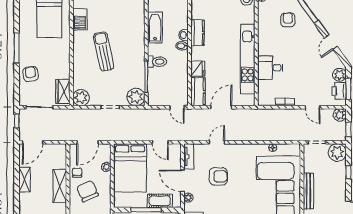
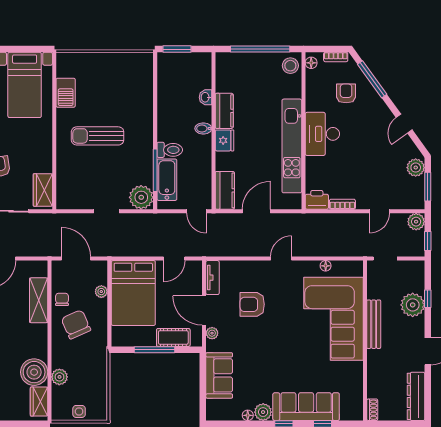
bathtub: (155, 27) -> (167, 180), moved
washbasin: (184, 35) -> (205, 97), moved
sun lounger: (104, 51) -> (98, 136), turned -78
desk: (270, 68) -> (322, 134), moved, width x1.37
fridge: (198, 69) -> (225, 140), moved
printer: (339, 91) -> (317, 200), moved, turned 90
plant: (81, 98) -> (67, 198), removed
door: (313, 107) -> (379, 211), hinge flipped
door: (88, 142) -> (76, 259), swing flipped
door: (160, 142) -> (174, 259), hinge flipped
door: (217, 142) -> (281, 259), moved
plant: (337, 153) -> (413, 305), moved
armchair: (218, 176) -> (252, 304), turned 180
shelving: (60, 186) -> (39, 300), moved

